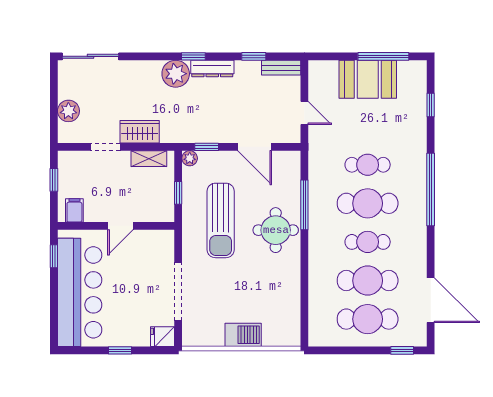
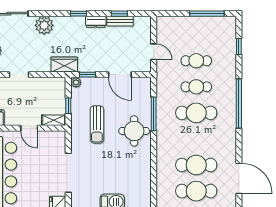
bench: (281, 68) -> (120, 21), moved
dresser: (212, 69) -> (96, 22), width x0.70
plant: (176, 74) -> (44, 25), moved
booth: (368, 79) -> (196, 29), removed
wardrobe: (140, 132) -> (64, 64), moved
shelving: (149, 159) -> (54, 120), moved
sun lounger: (221, 220) -> (97, 124), width x0.73, depth x0.75
door: (120, 226) -> (29, 128), hinge flipped
cafe table: (368, 242) -> (196, 61), moved

